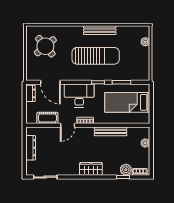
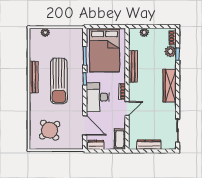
sun lounger: (96, 56) -> (59, 81), turned 180
door: (50, 82) -> (85, 125), hinge flipped
bed: (127, 102) -> (105, 50), width x1.50
cot: (47, 118) -> (120, 139), moved
door: (68, 125) -> (127, 108), hinge flipped
wardrobe: (91, 169) -> (170, 86), width x1.50

